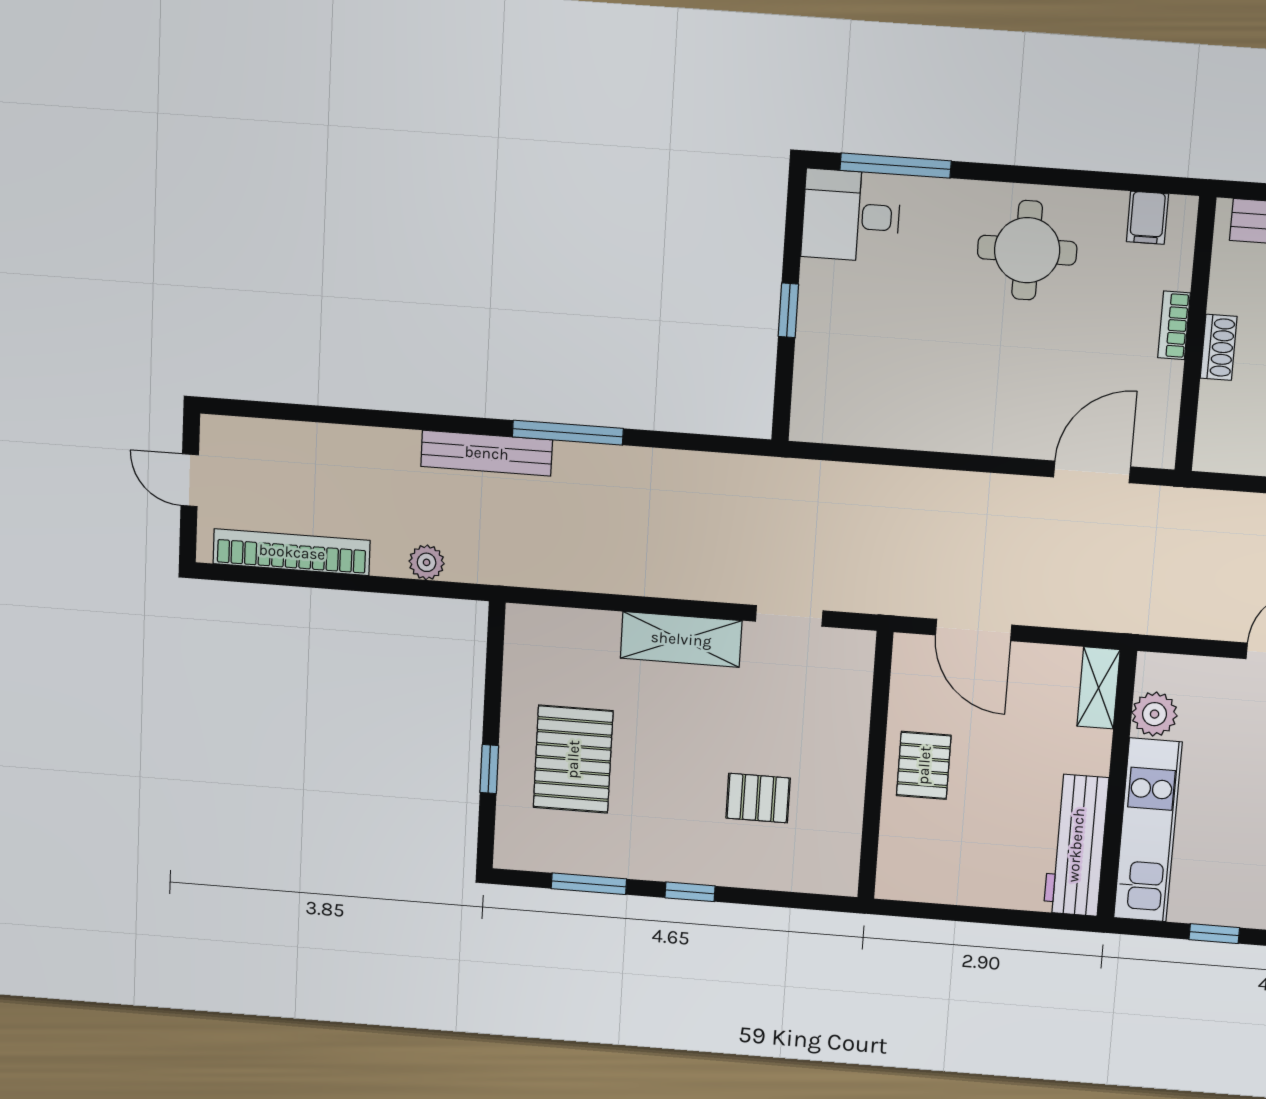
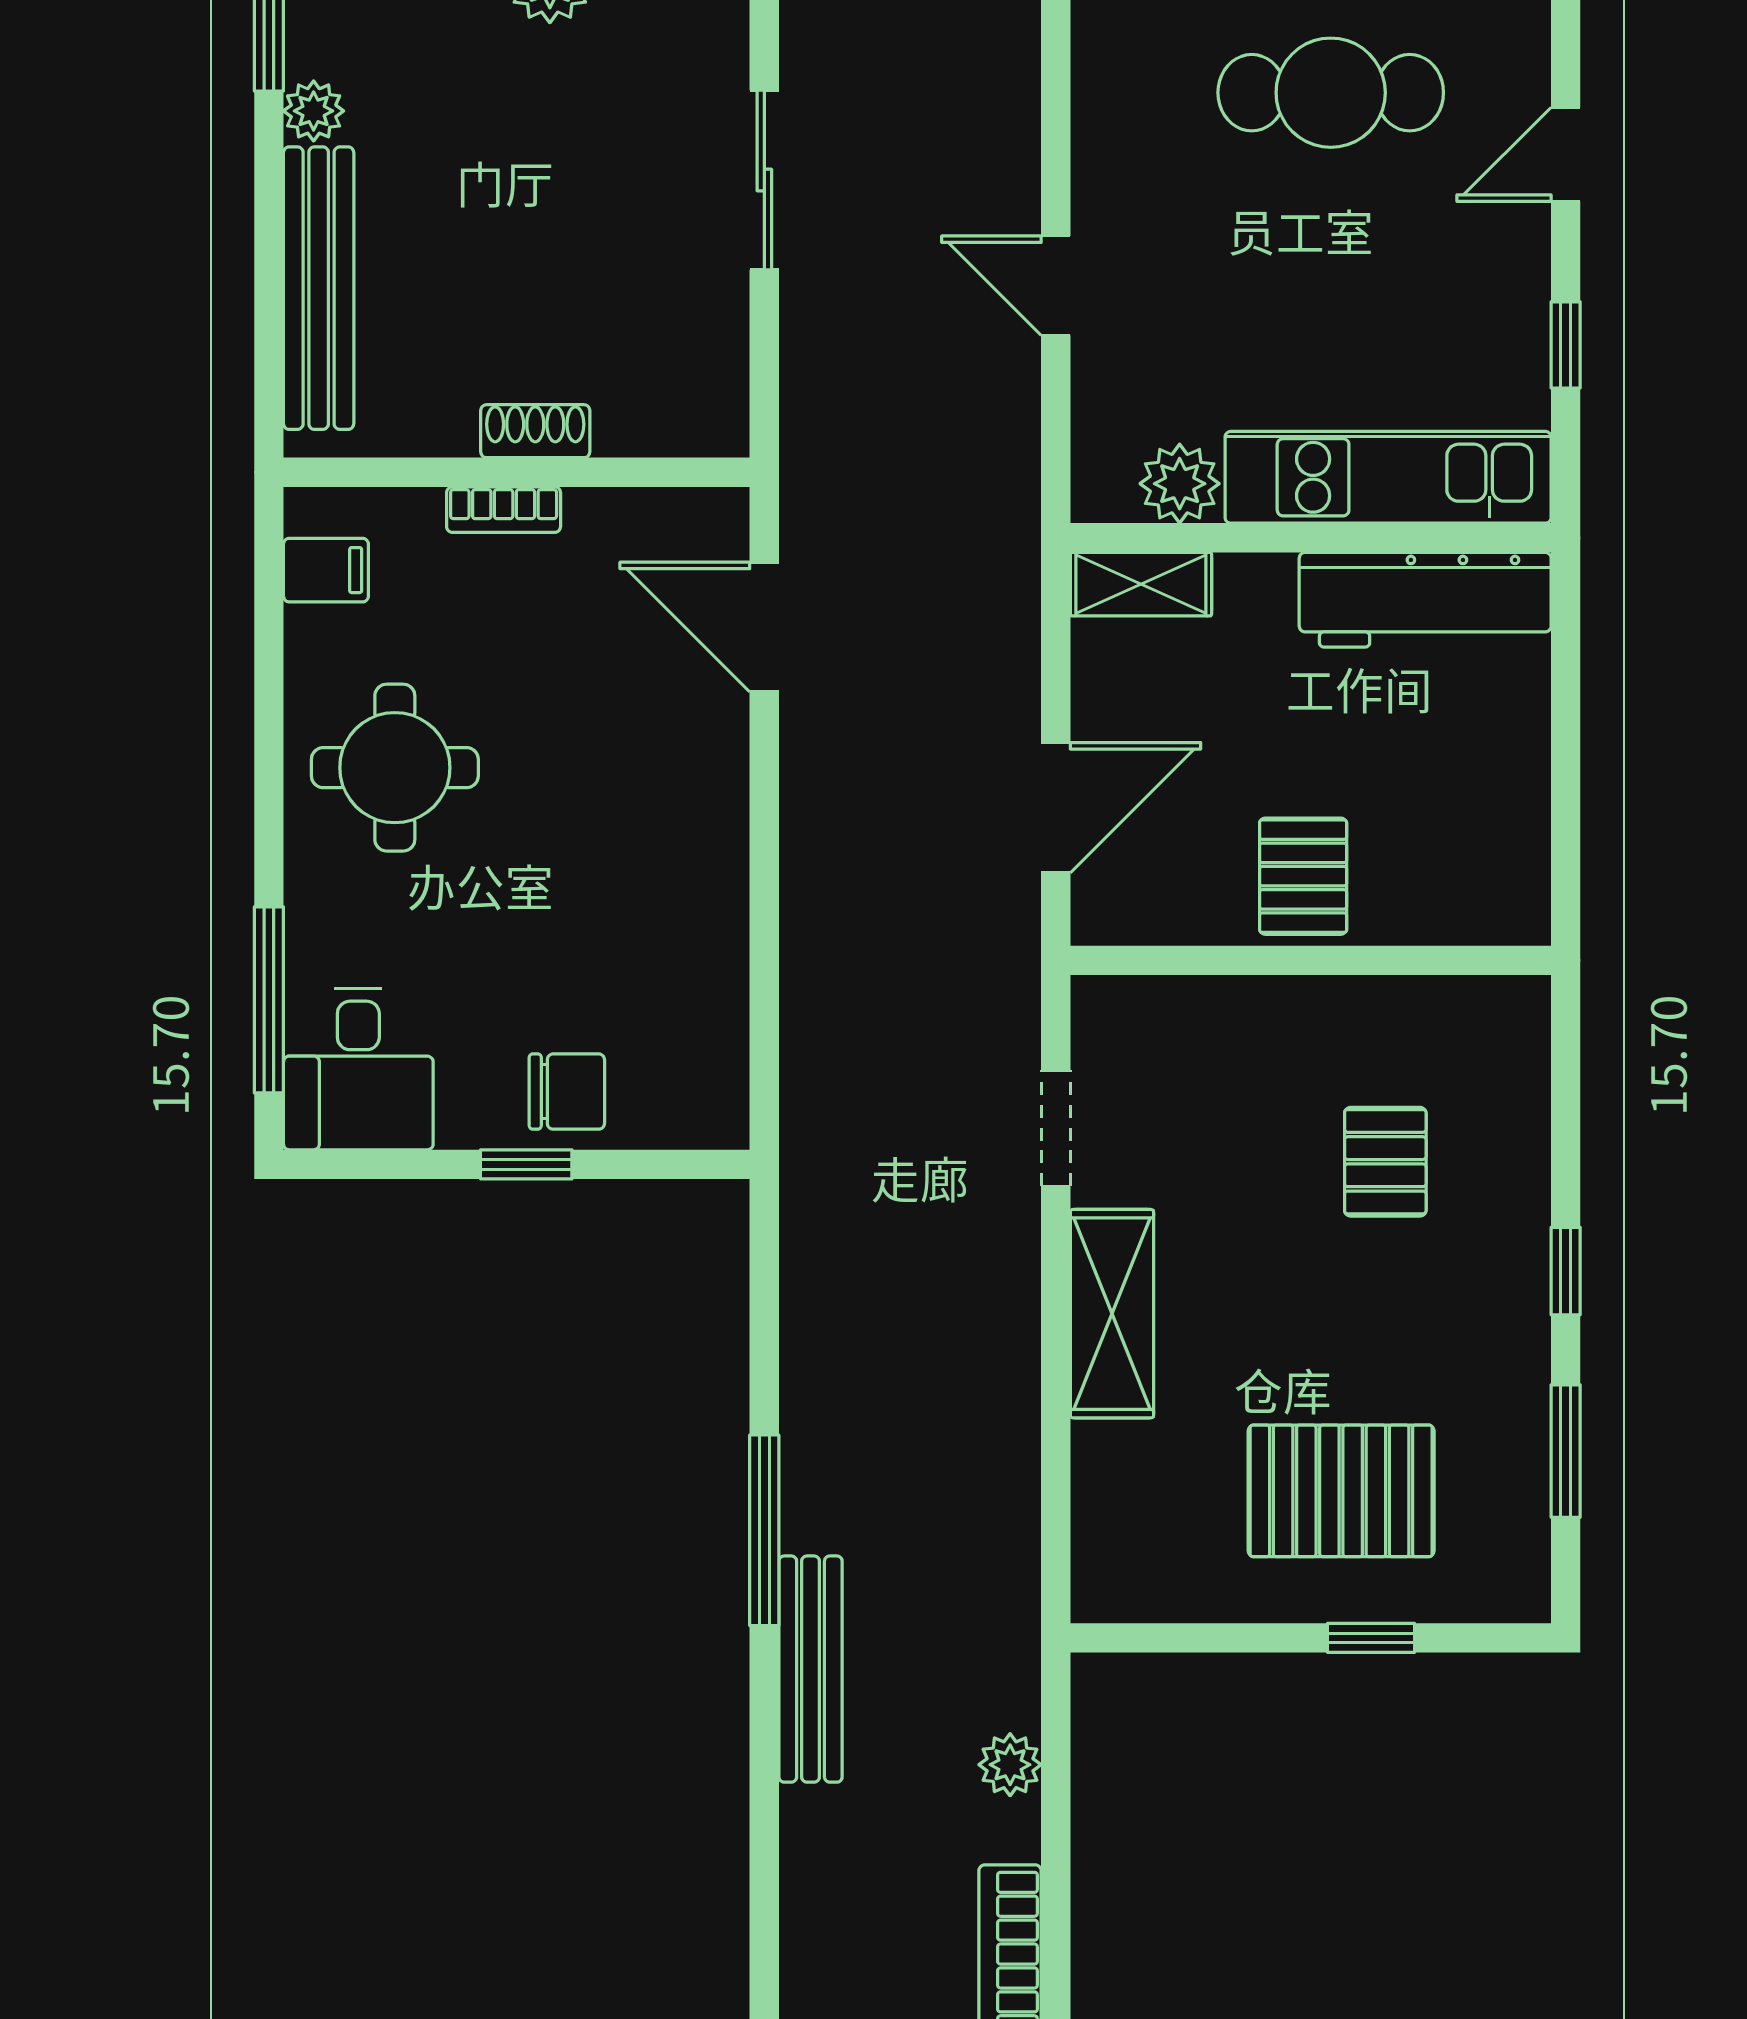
chair: (829, 337) -> (567, 1092), added
pallet: (924, 765) -> (1303, 876), turned 90

